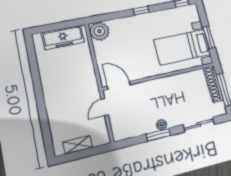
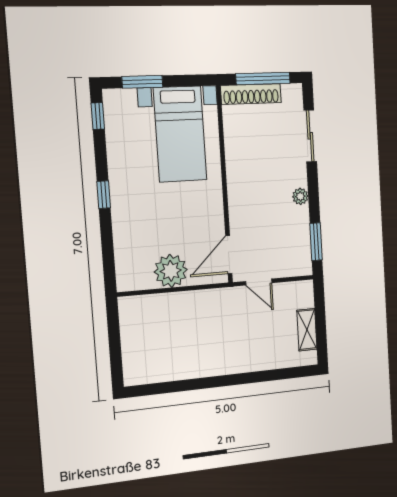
plant: (99, 31) -> (171, 271), moved
freezer: (63, 37) -> (136, 336), removed
window: (209, 37) -> (142, 82), moved
window: (159, 135) -> (316, 242), moved

